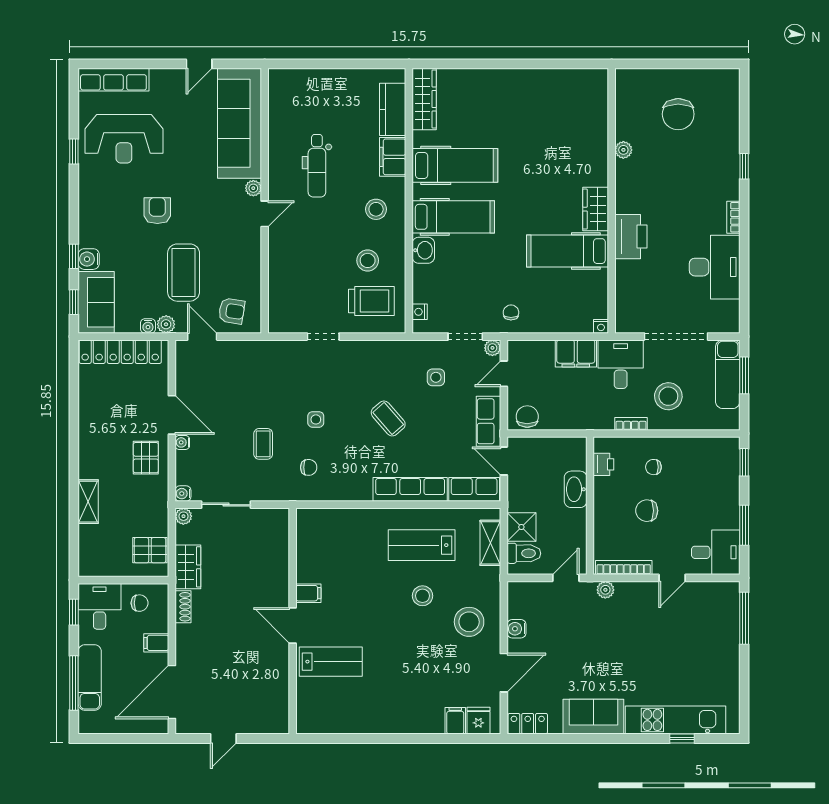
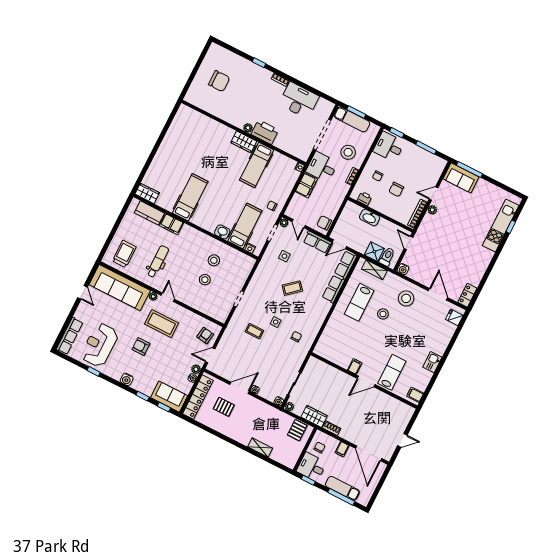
wardrobe: (424, 99) -> (147, 193), width x0.67
reception desk: (124, 139) -> (100, 345), turned 180
plant: (623, 150) -> (248, 128), moved
dental chair: (317, 166) -> (158, 261), turned -90
stool: (376, 209) -> (205, 280), moved
hospital bed: (453, 217) -> (245, 226), moved
water cooler: (89, 259) -> (127, 379), moved
coffee table: (184, 273) -> (162, 324), moved
trolley: (371, 301) -> (124, 254), moved
coffee table: (263, 444) -> (254, 331), moved
pallet: (146, 458) -> (224, 407), moved
row of seats: (410, 489) -> (333, 289), width x0.68
desk: (716, 552) -> (389, 147), moved, turned -90
door: (672, 578) -> (434, 194), swing flipped
plant: (605, 590) -> (432, 210), moved
water cooler: (516, 629) -> (403, 269), moved
sofa: (593, 717) -> (461, 178), moved, turned -90
filing cabinet: (455, 721) -> (415, 395), moved
kitchen sink: (383, 722) -> (432, 362), added
door: (223, 738) -> (402, 440), hinge flipped

